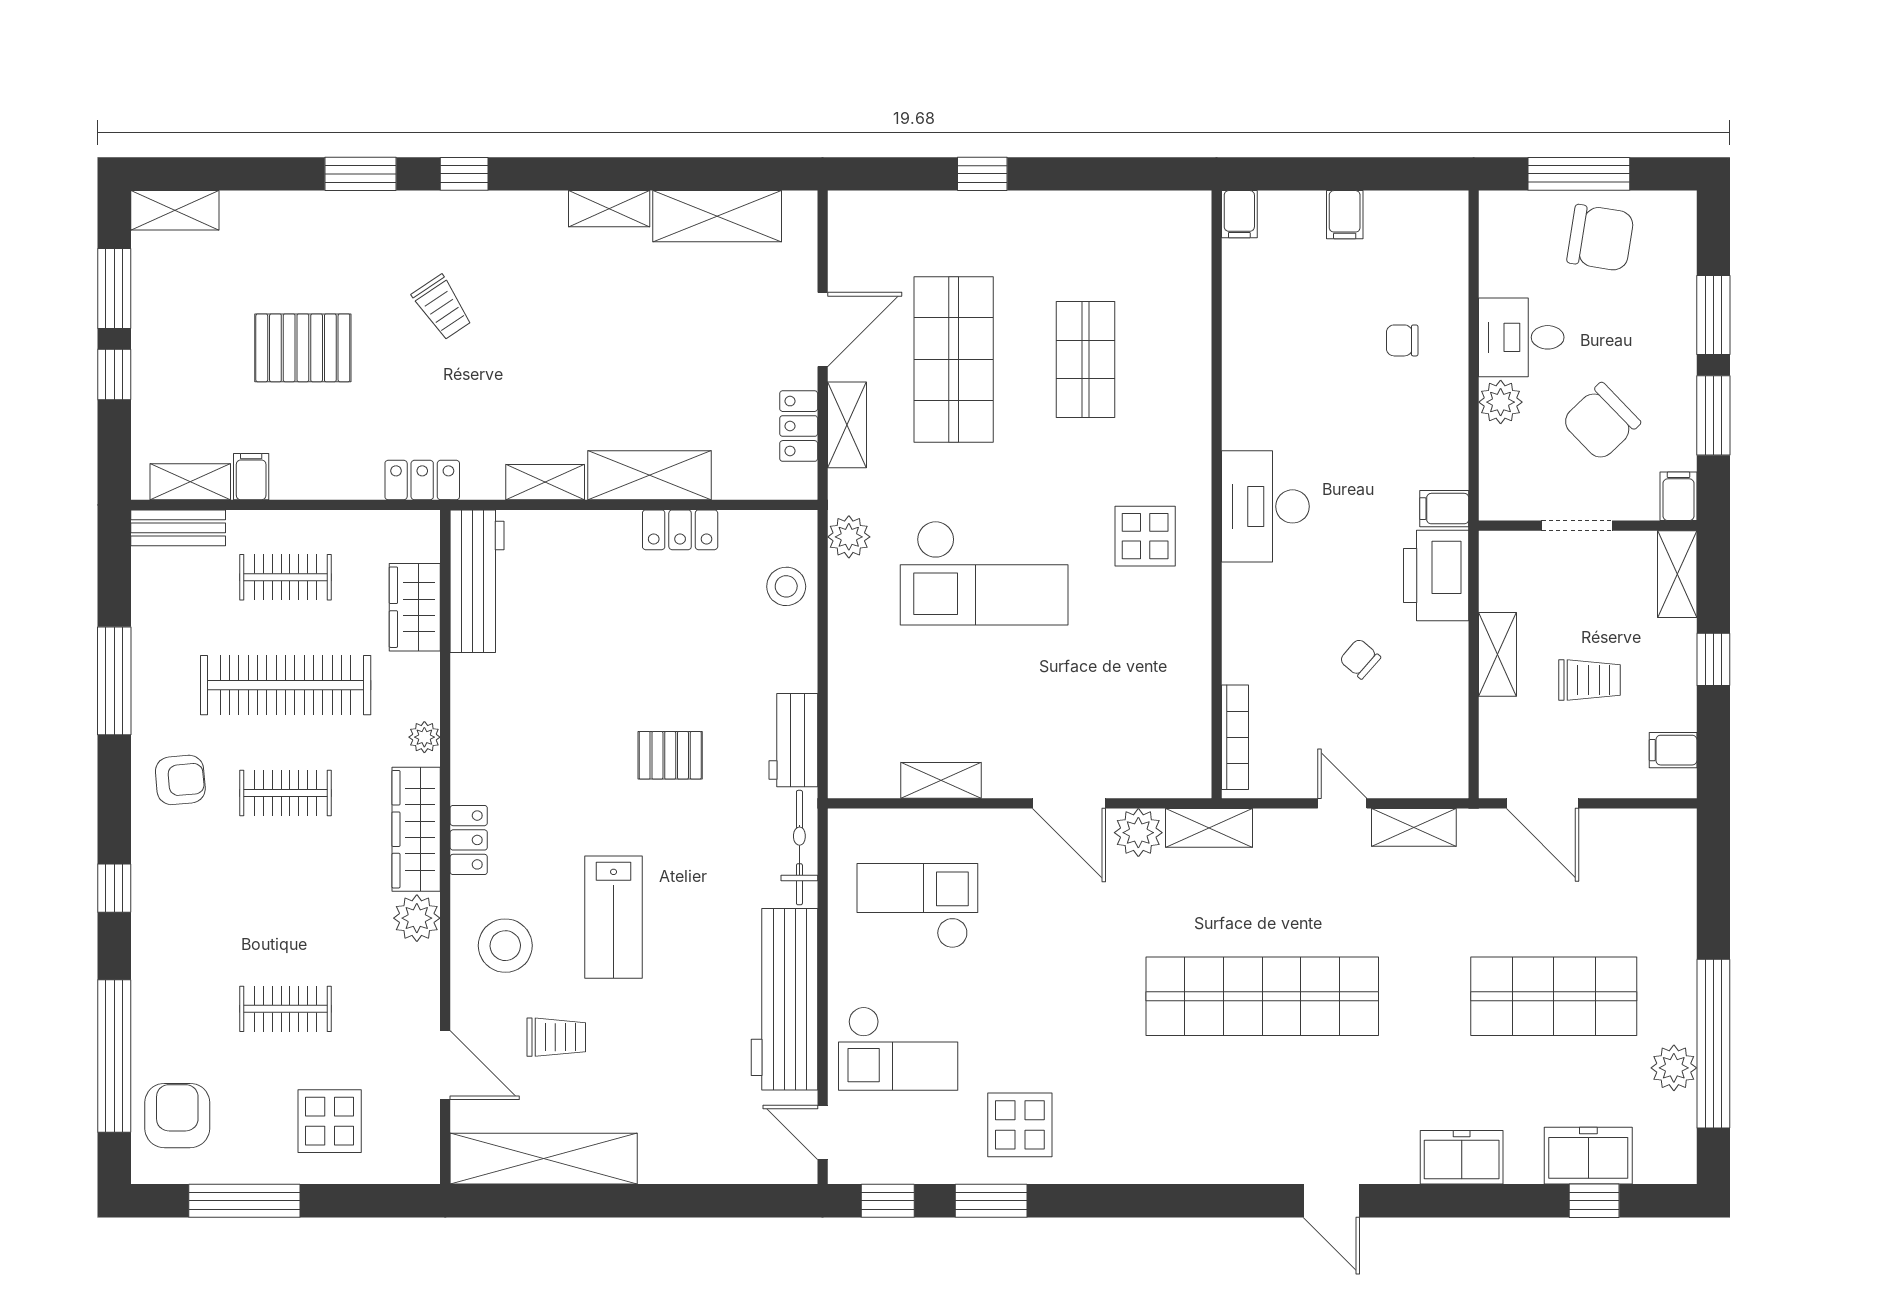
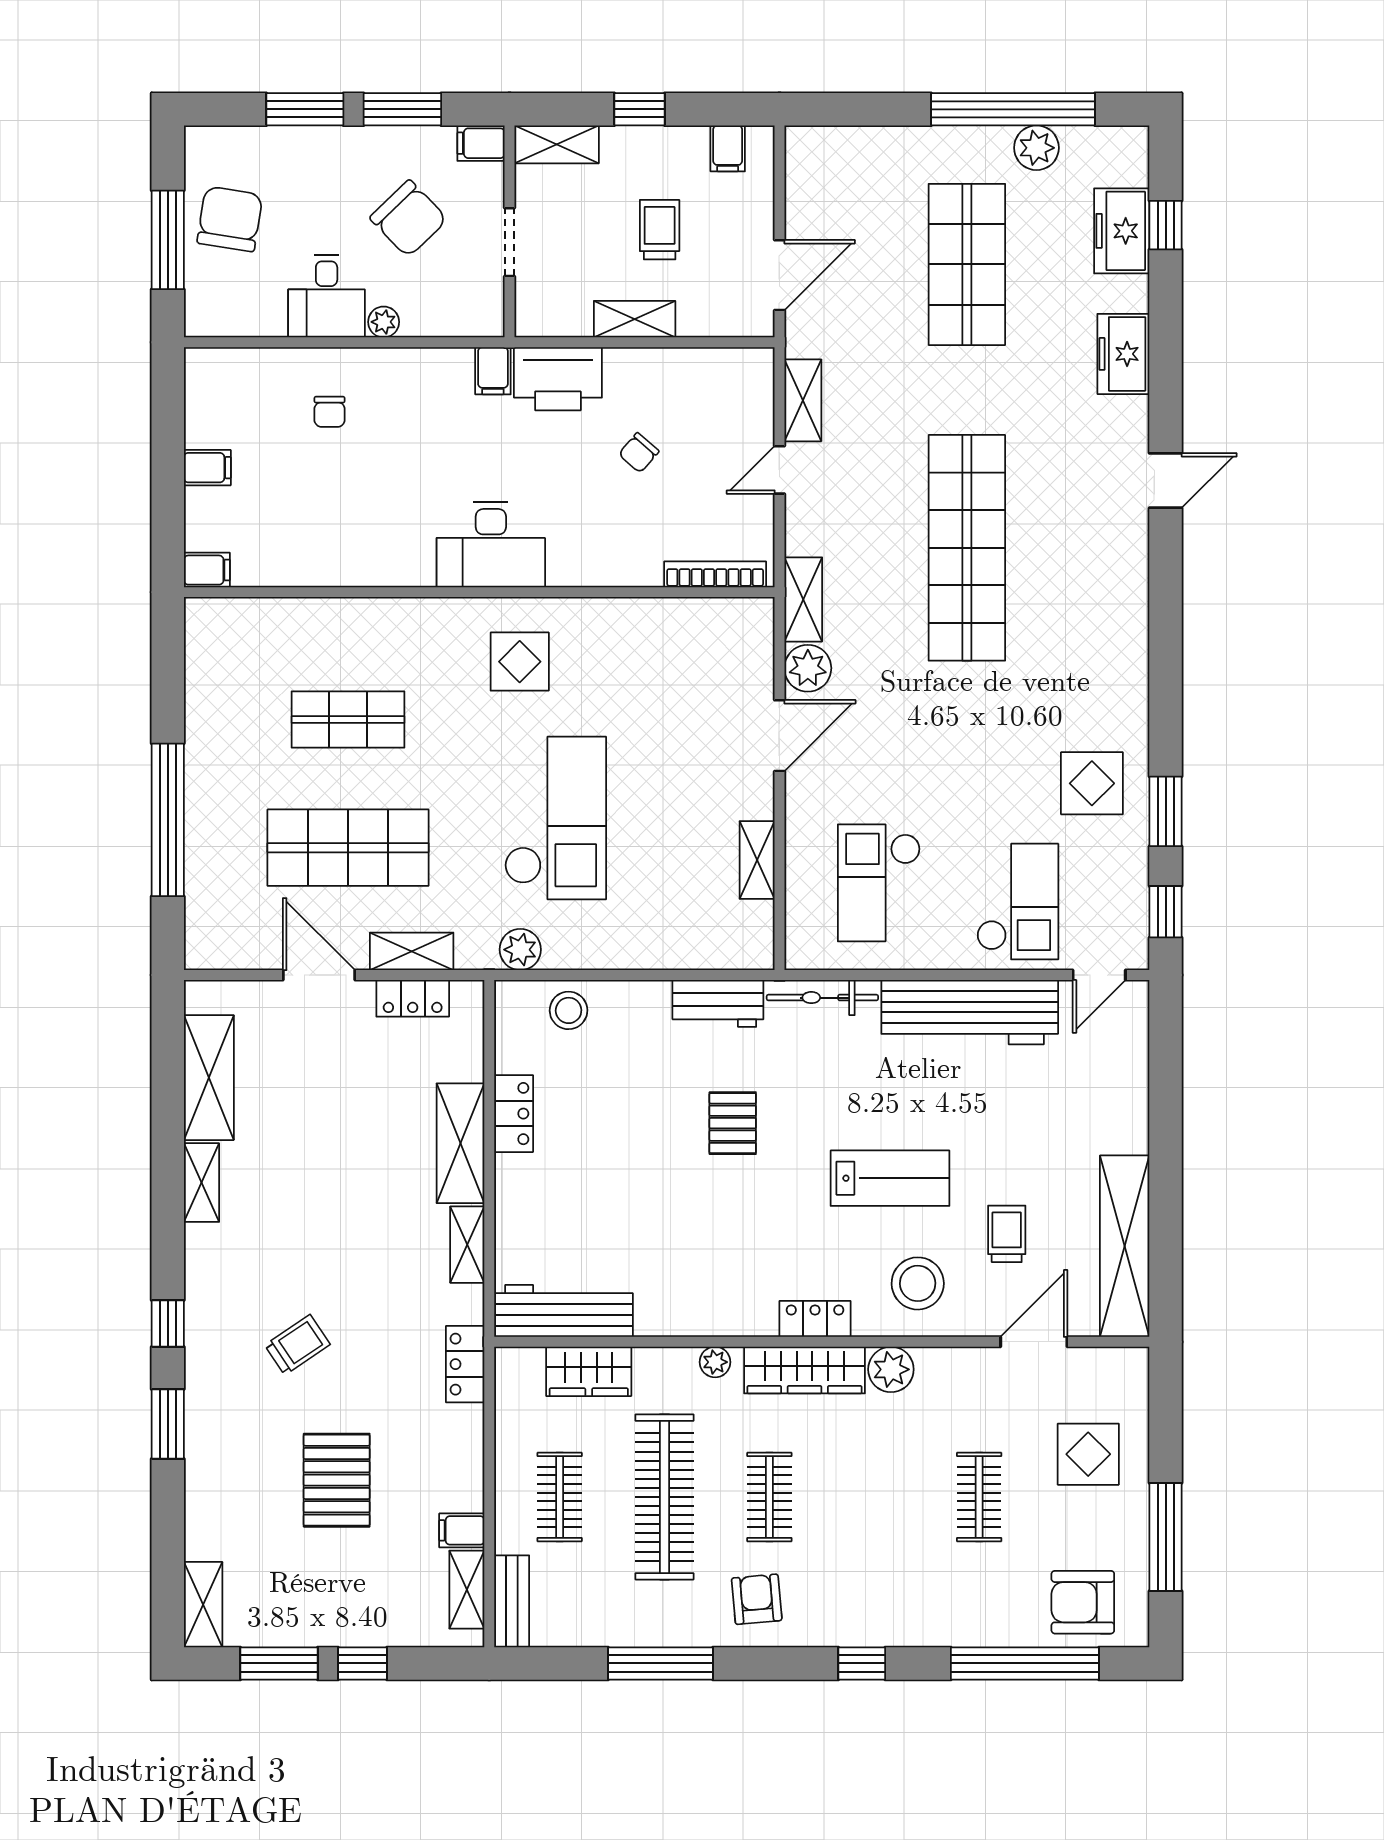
window: (982, 174) -> (168, 820), width x3.17
plant: (1501, 402) -> (384, 322), width x0.73, depth x0.73

